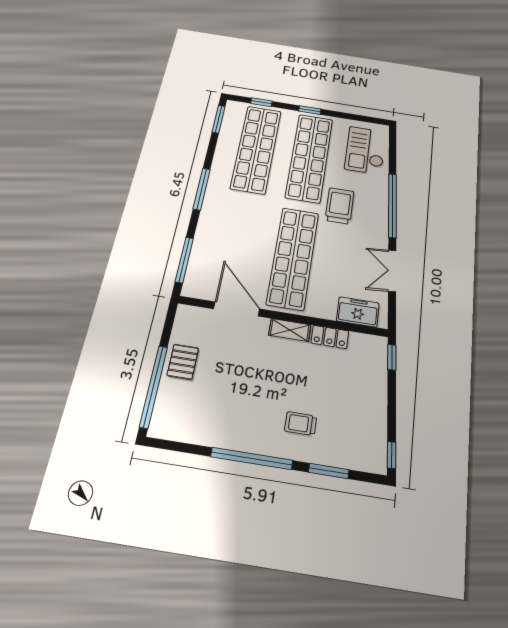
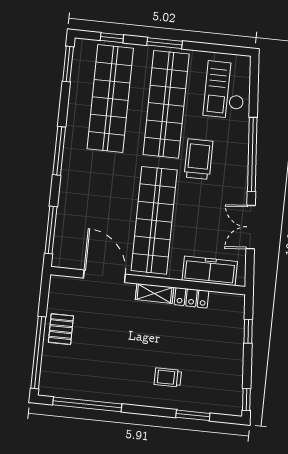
window: (310, 110) -> (165, 43), width x1.50
freezer: (358, 312) -> (210, 271), width x1.40
window: (392, 357) -> (248, 331), moved
window: (252, 459) -> (87, 404), moved

